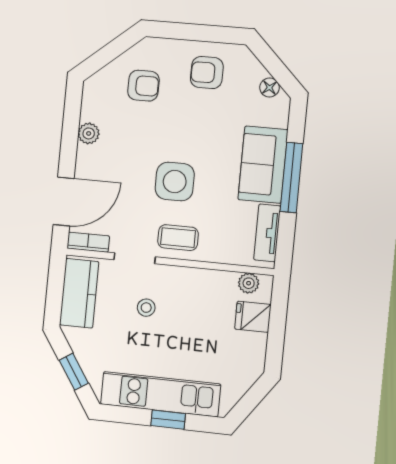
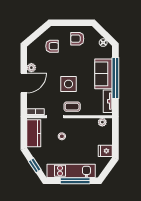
window: (291, 178) -> (115, 78), width x1.46
door: (64, 201) -> (24, 83), moved
fridge: (253, 317) -> (105, 151), moved
window: (168, 420) -> (75, 181), width x2.17

